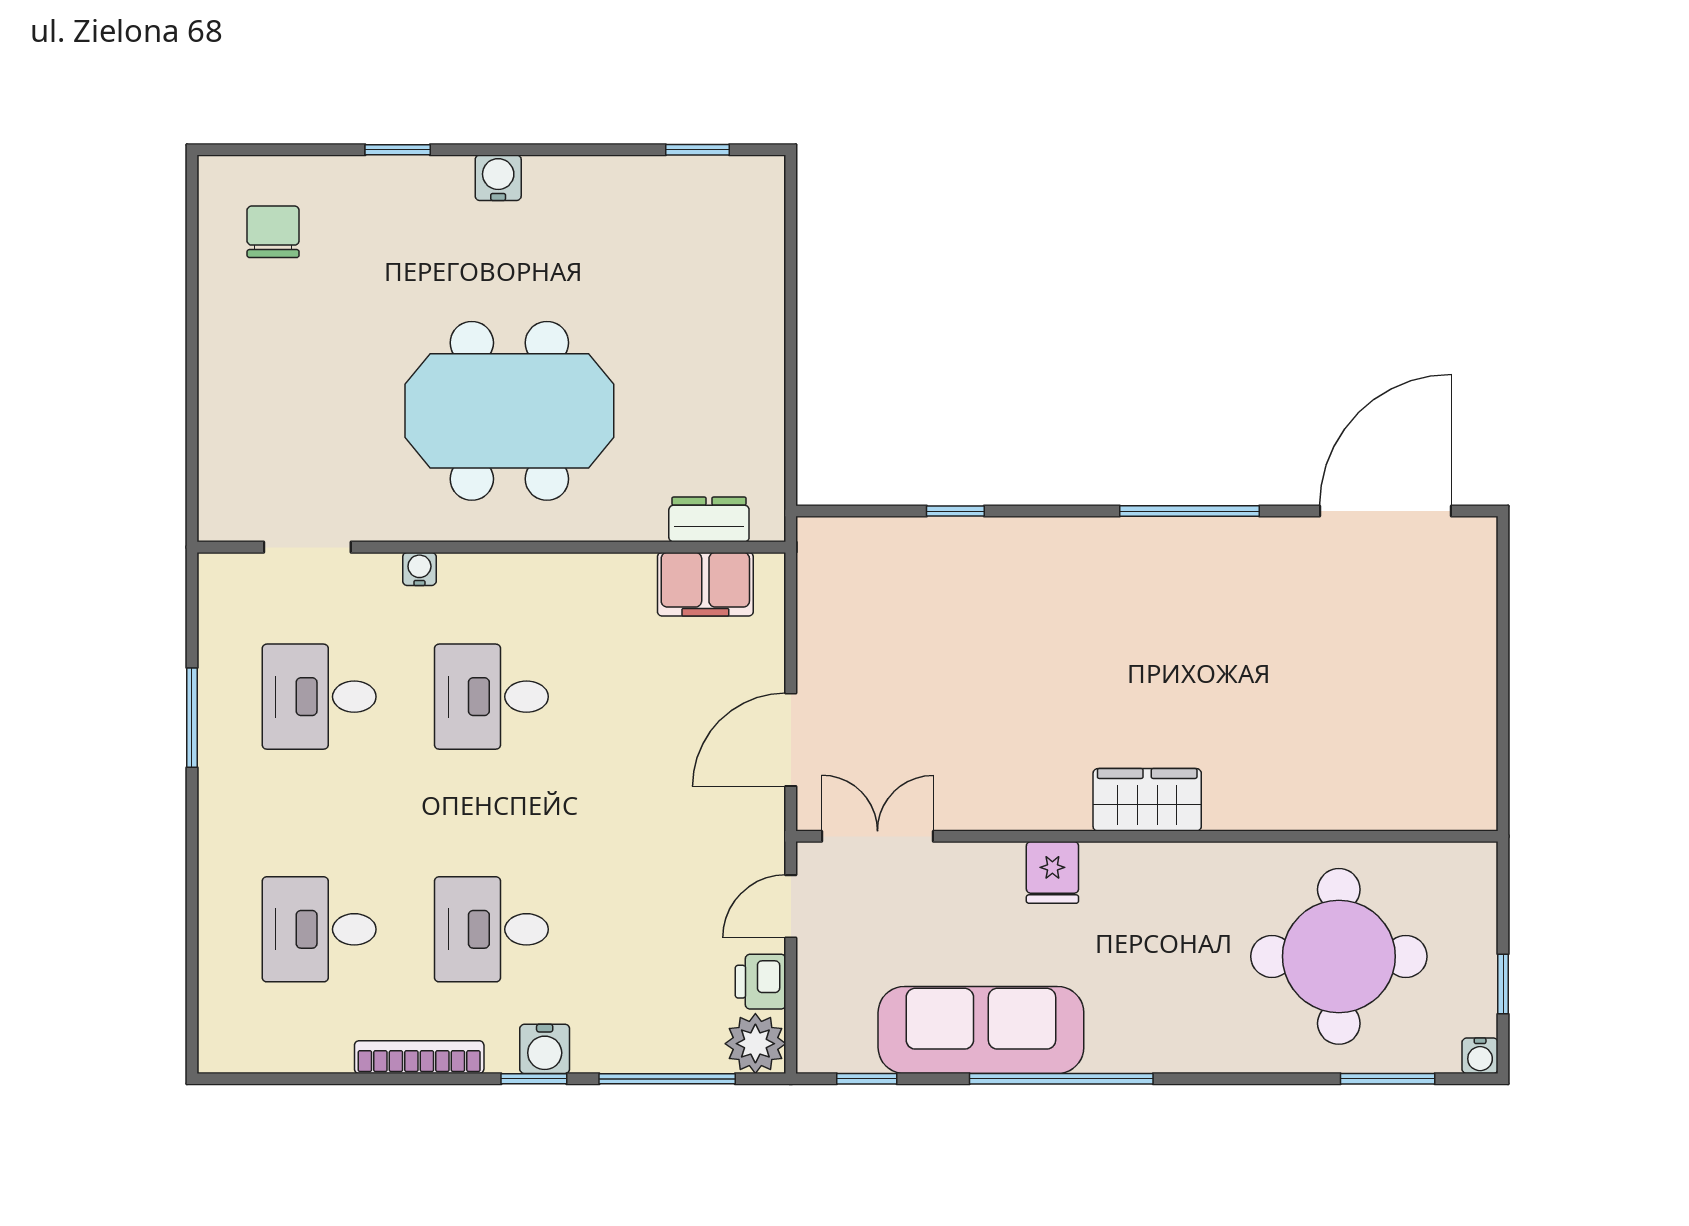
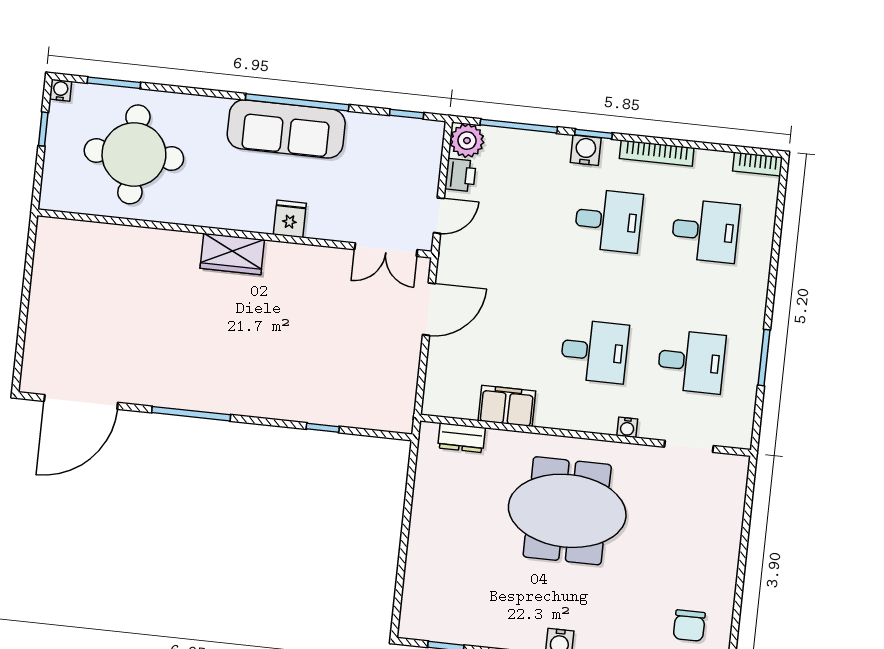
filing cabinet: (705, 584) -> (507, 406), moved
sofa: (981, 1030) -> (286, 129), moved
bookcase: (240, 1057) -> (758, 164), added

